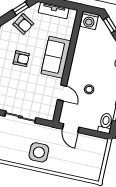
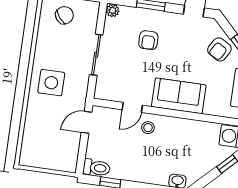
armchair: (21, 59) -> (148, 40), moved
stool: (89, 89) -> (148, 128), moved

